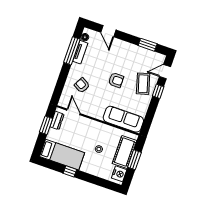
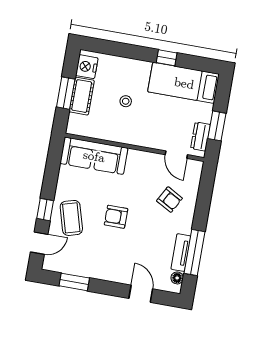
cot: (124, 152) -> (82, 96), width x0.73, depth x0.75

